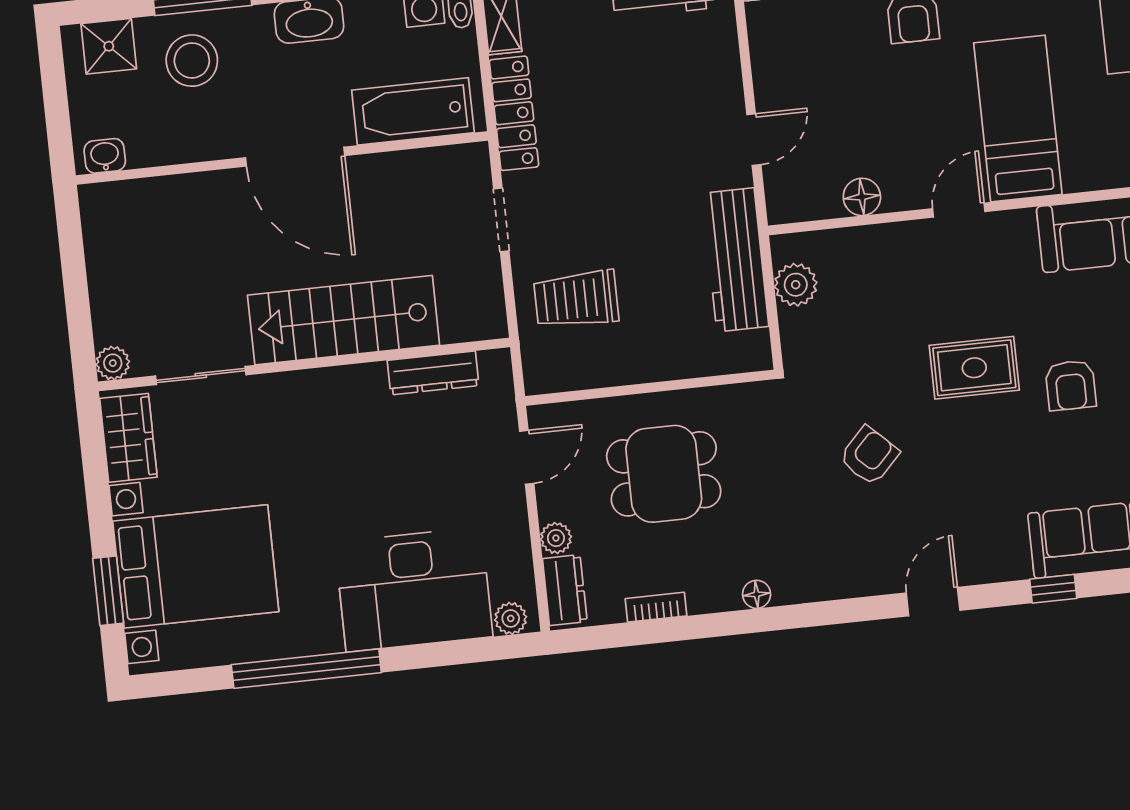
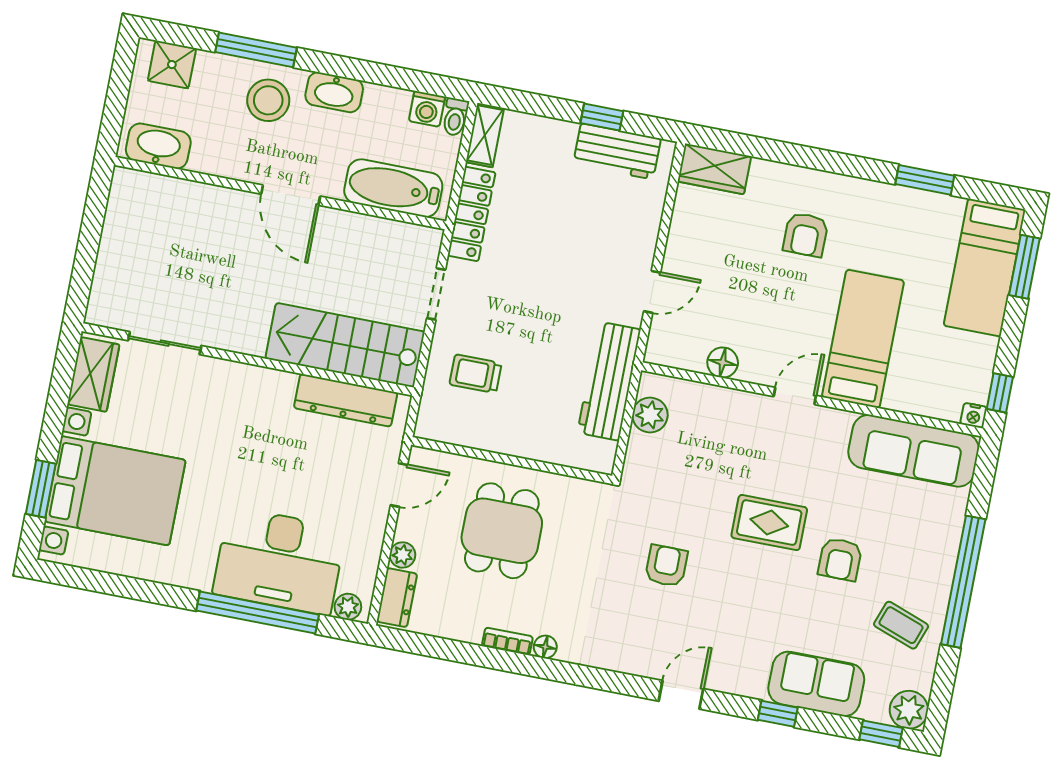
stool: (192, 61) -> (268, 100), moved
washbasin: (105, 156) -> (158, 146), width x1.91, depth x1.45
door: (295, 157) -> (291, 195), width x0.73
trolley: (576, 299) -> (475, 374), width x0.73, depth x0.72
stairs: (344, 320) -> (345, 345), moved
plant: (113, 363) -> (99, 312), removed
dresser: (433, 373) -> (346, 400), width x1.37, depth x1.24
armchair: (869, 456) -> (666, 566), turned -44
dining table: (664, 474) -> (502, 531), turned 90
bookcase: (656, 607) -> (507, 641), moved
window: (306, 669) -> (258, 613), moved

